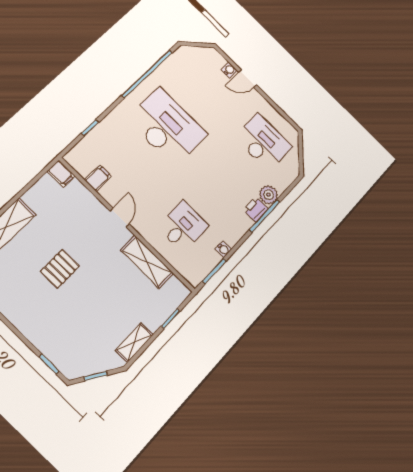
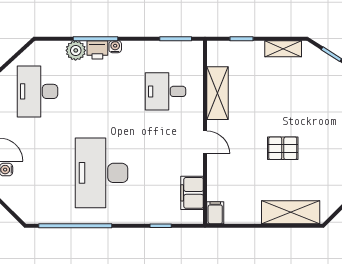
filing cabinet: (98, 178) -> (192, 193), width x2.00
door: (120, 217) -> (205, 142), swing flipped
water cooler: (223, 249) -> (115, 47), moved

